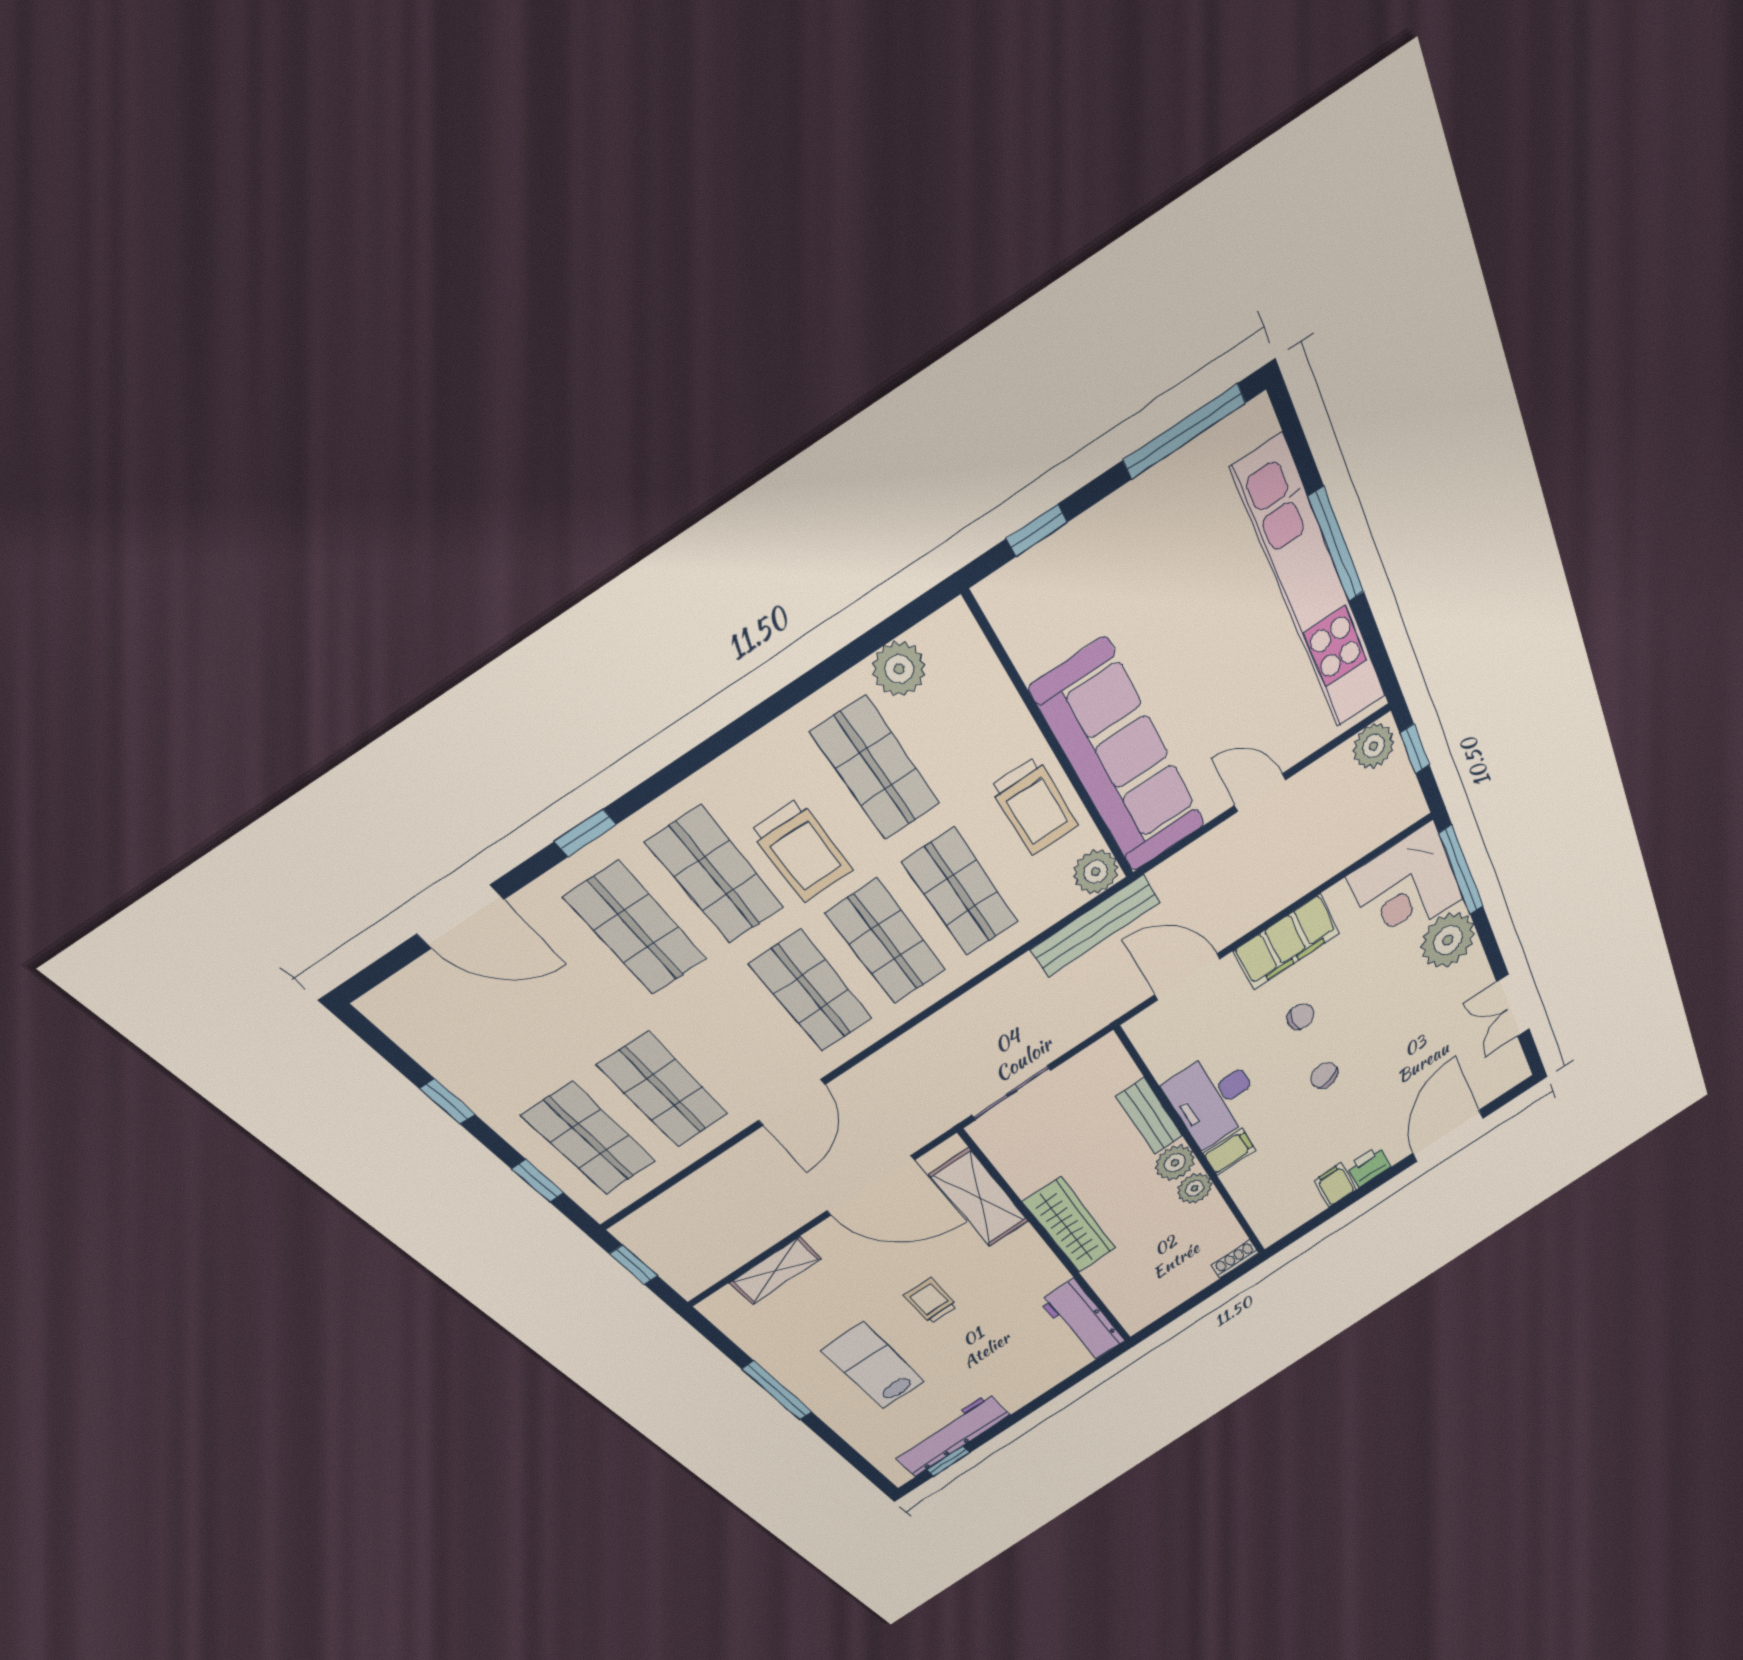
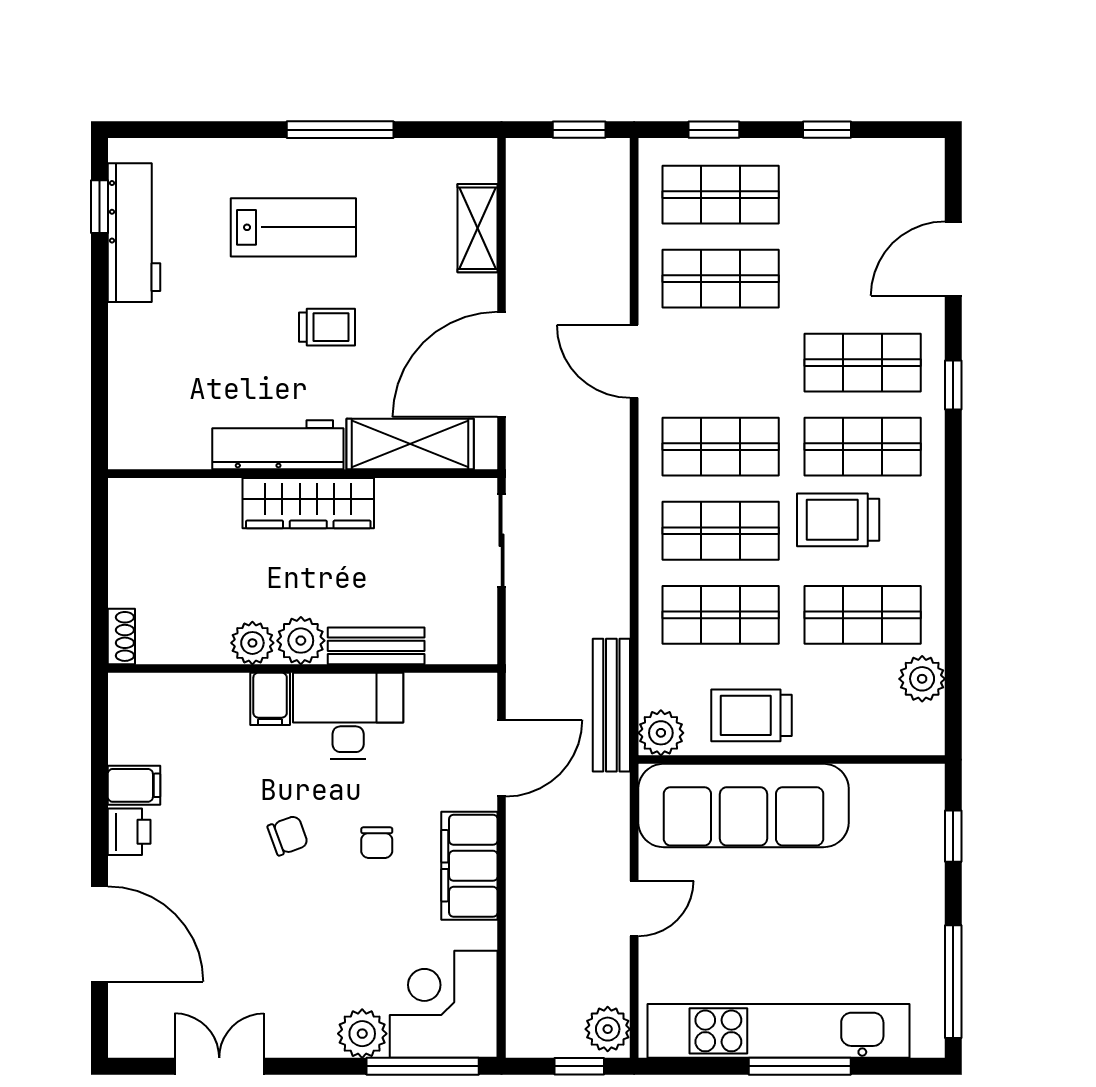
plant: (1448, 940) -> (362, 1034), width x0.73, depth x0.73
workbench: (1083, 1321) -> (278, 445), moved

